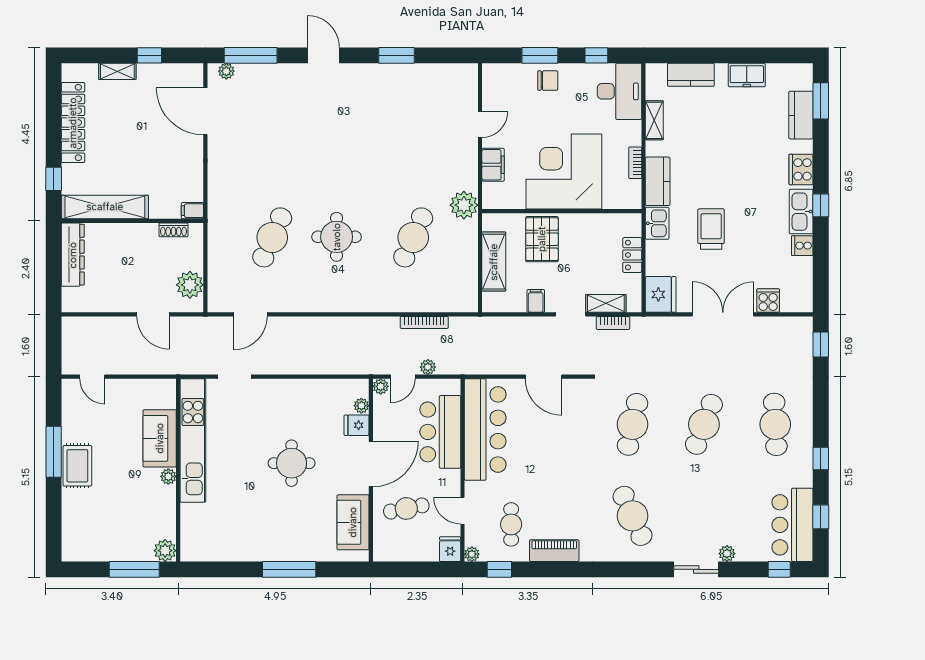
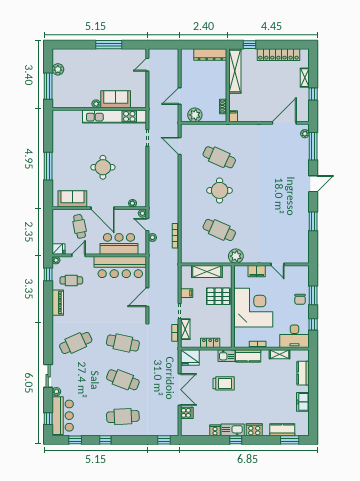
fridge: (357, 425) -> (122, 201), removed
rug: (77, 466) -> (102, 57), removed
bar counter: (793, 525) -> (63, 416), moved, turned 90
plant: (165, 551) -> (58, 69), moved

